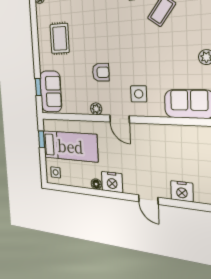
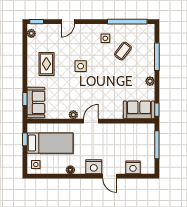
armchair: (101, 72) -> (78, 89), removed
side table: (139, 94) -> (81, 66), moved
door: (120, 119) -> (91, 121), swing flipped
nightstand: (112, 182) -> (94, 167), moved

